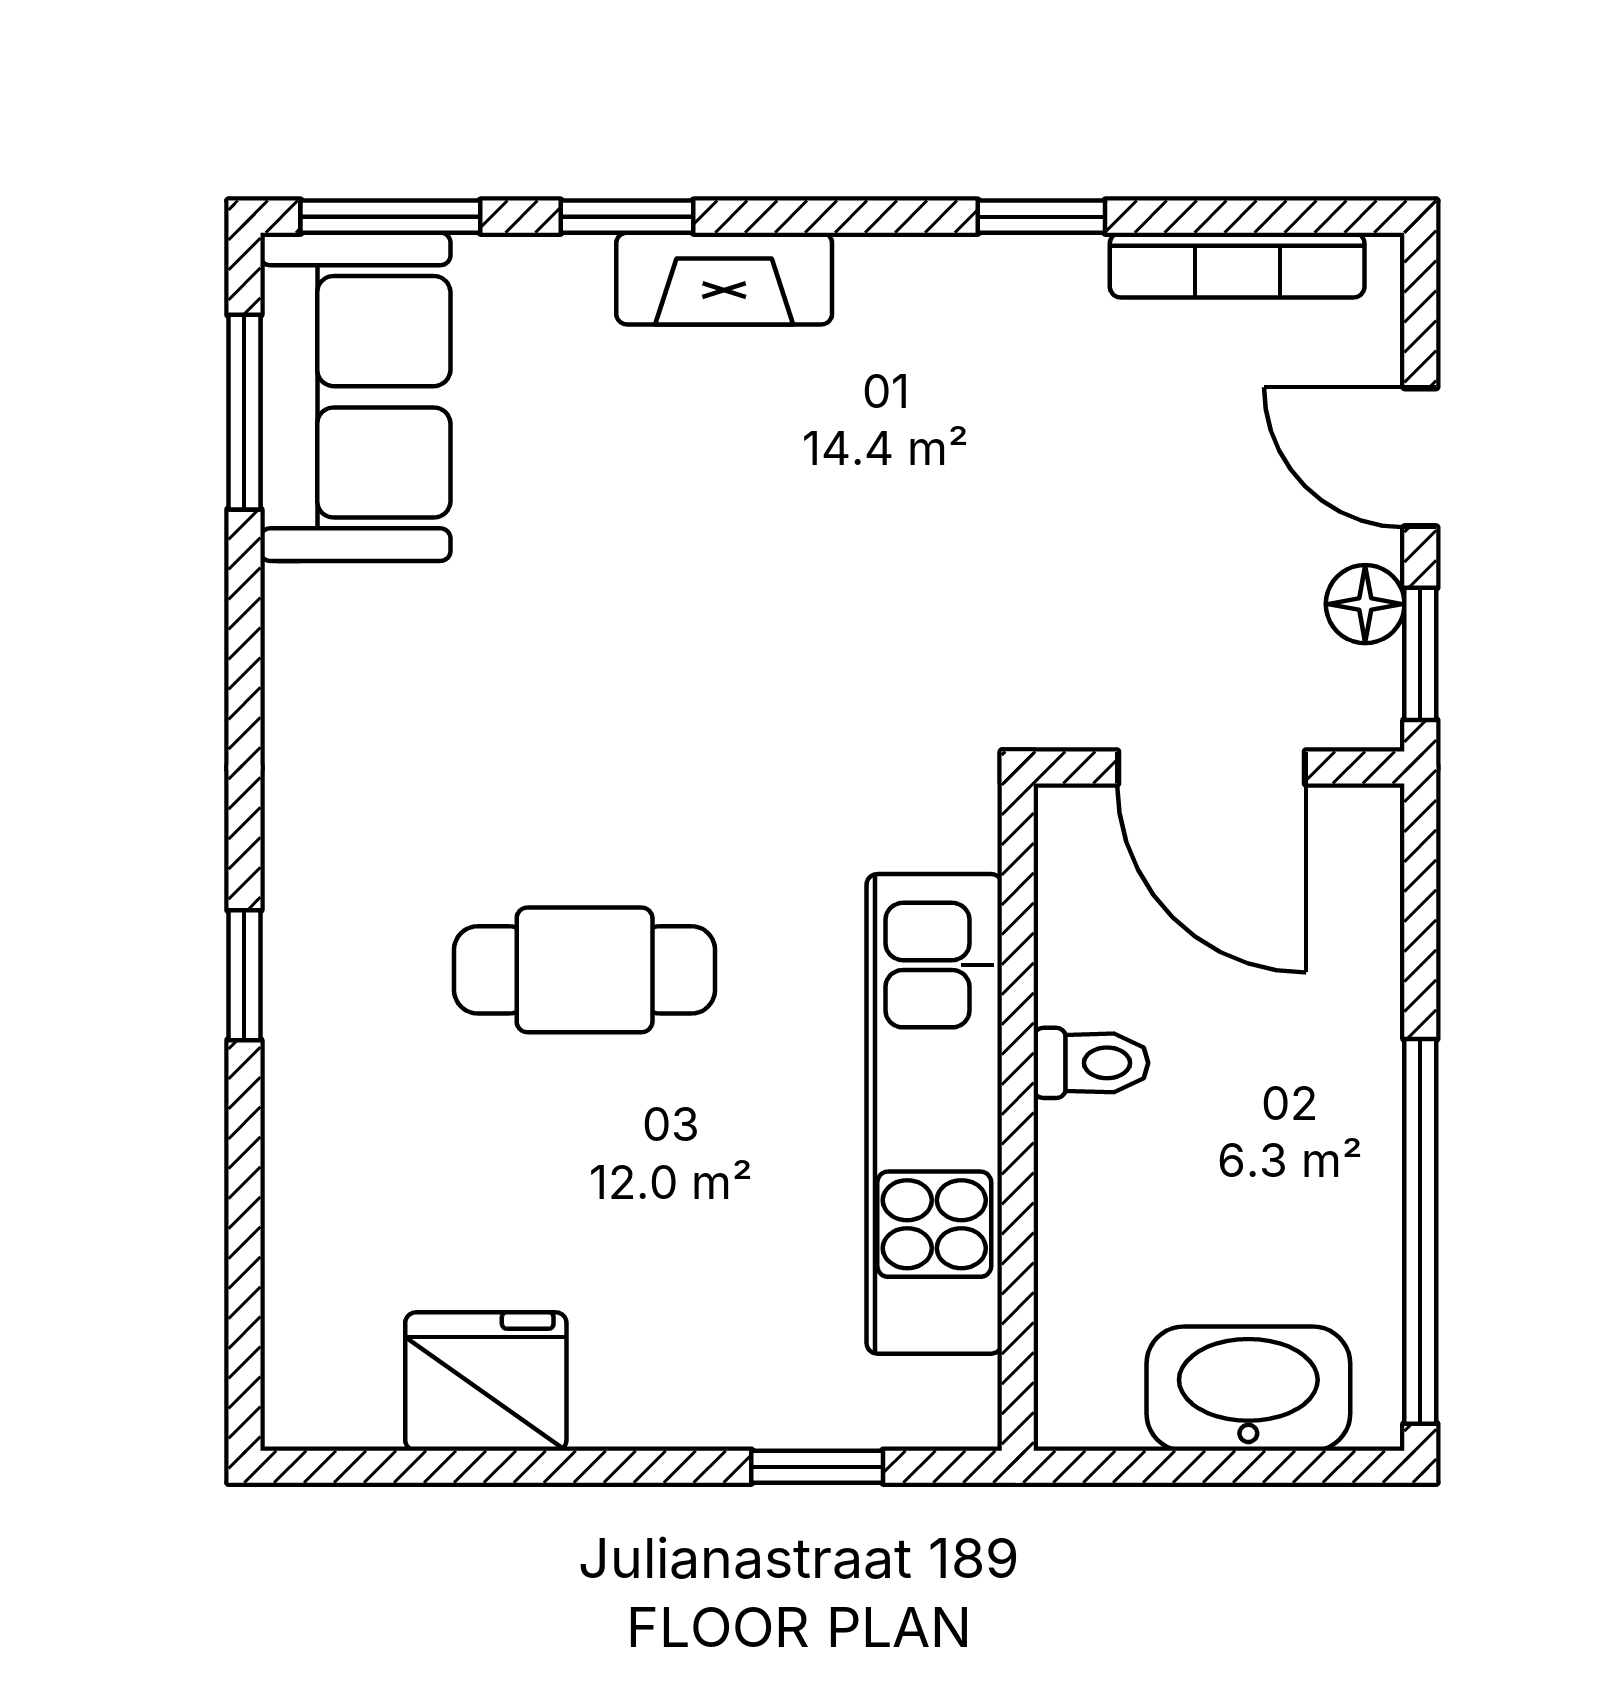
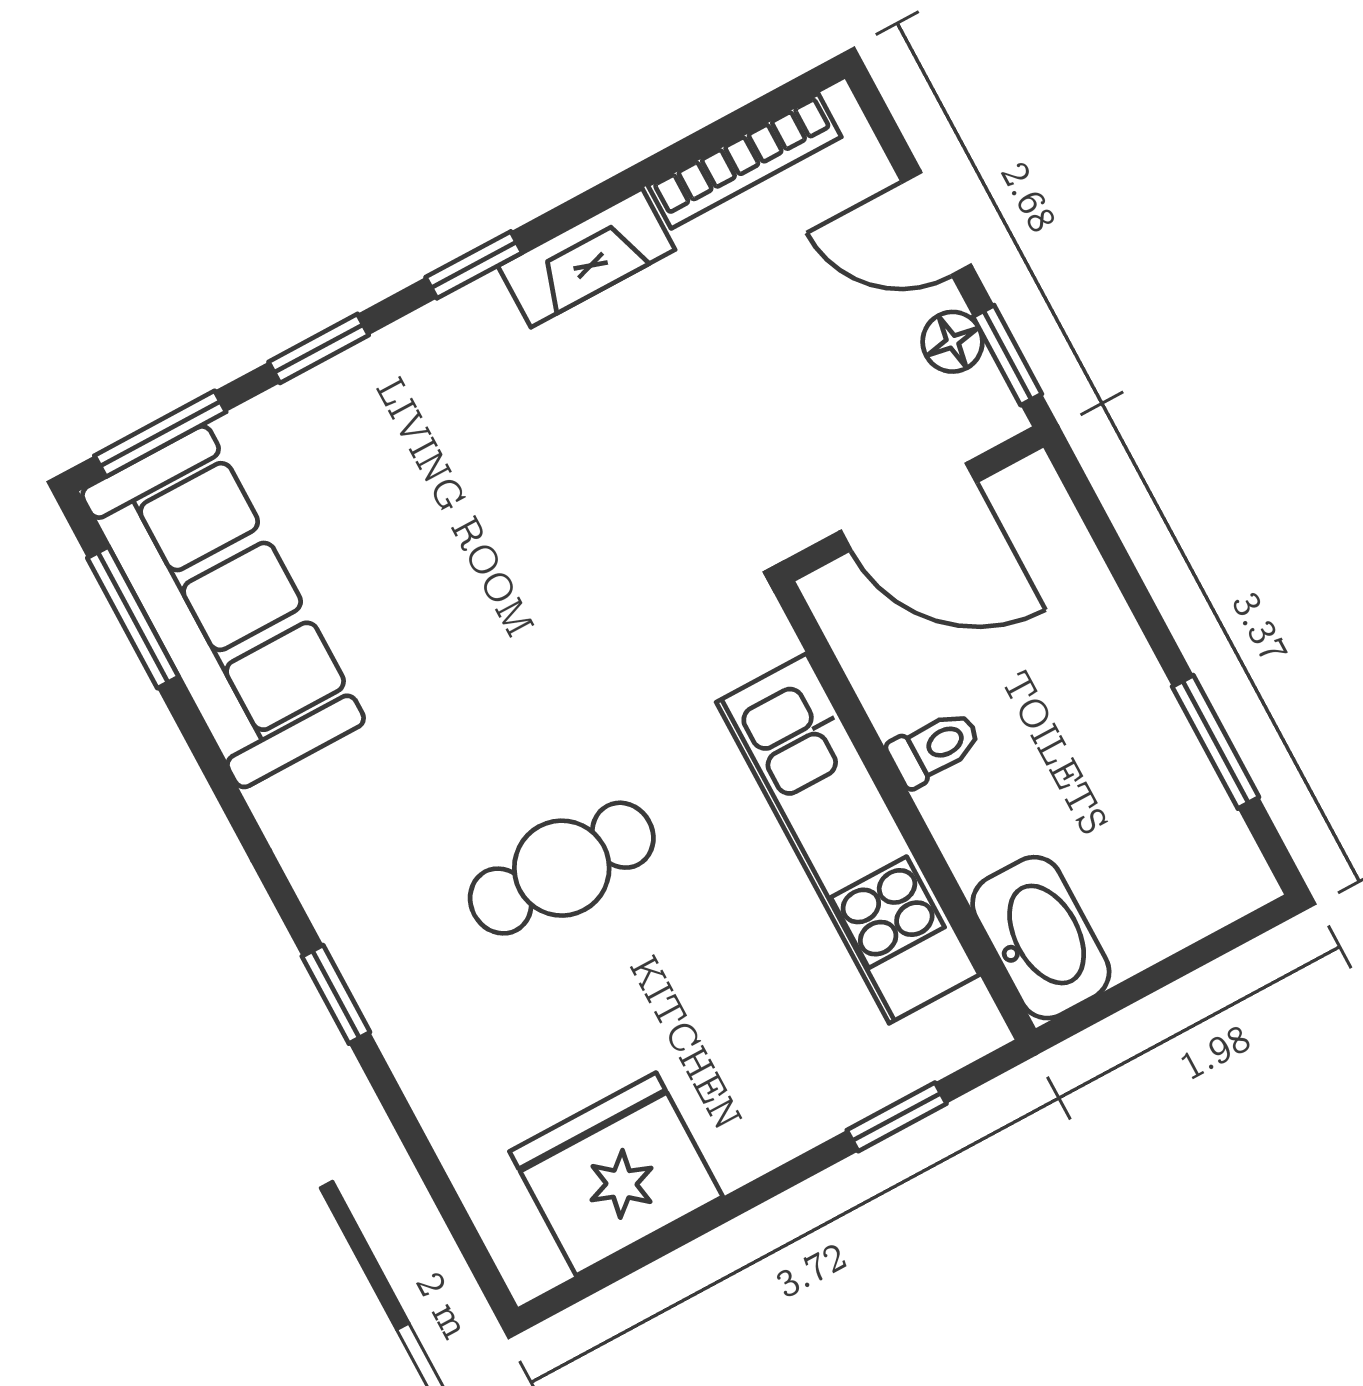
window: (1041, 217) -> (474, 265), moved
fireplace: (724, 279) -> (586, 258), moved
sofa: (355, 397) -> (223, 607), width x1.36
window: (1420, 1231) -> (1216, 742), width x0.47
fridge: (486, 1381) -> (616, 1174), width x1.36, depth x1.34
washbasin: (1248, 1389) -> (1041, 938), moved, turned 90

